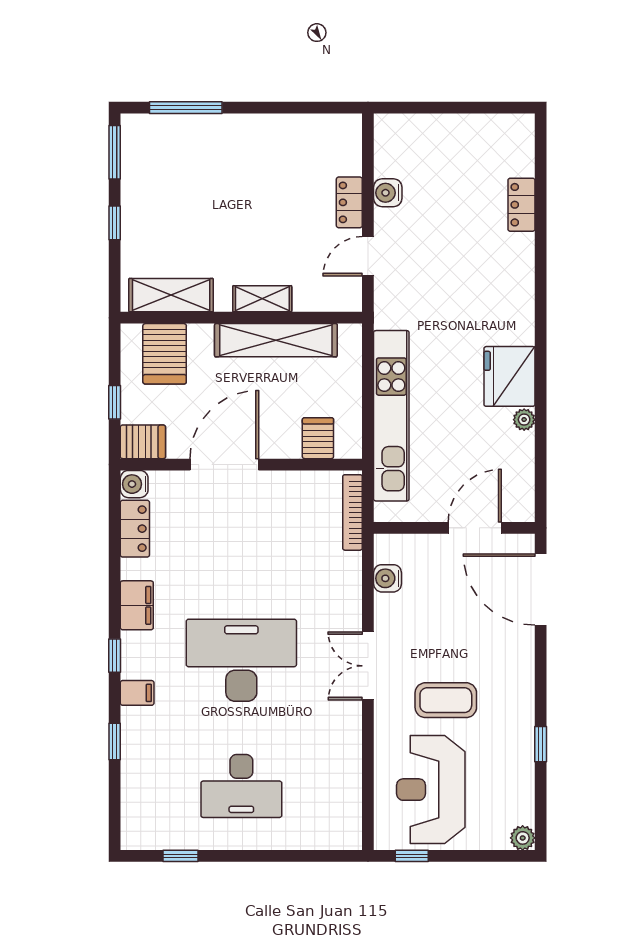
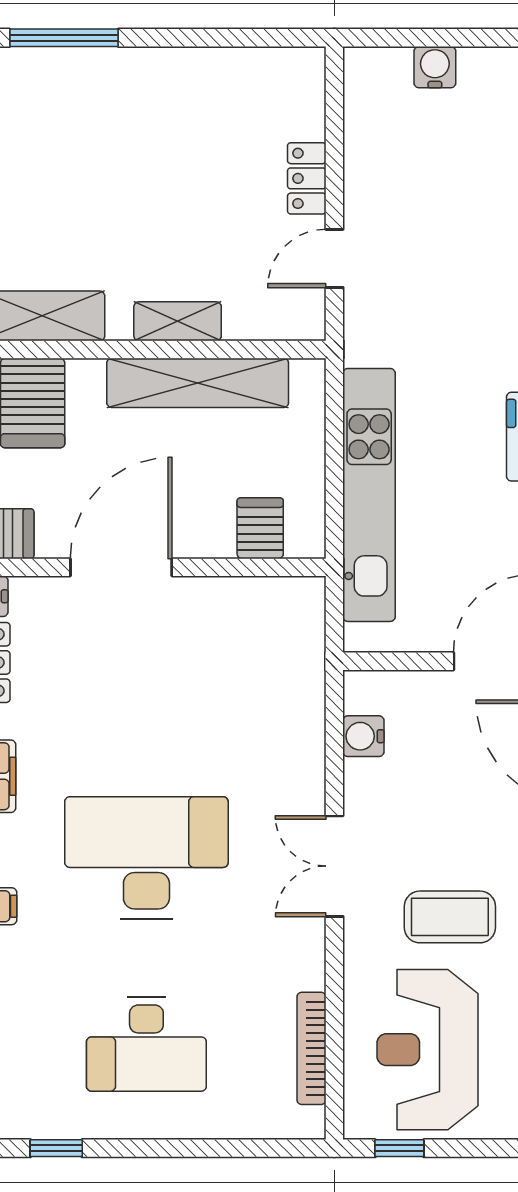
water cooler: (388, 193) -> (435, 67), moved, turned 90
bookcase: (353, 512) -> (311, 1048), moved

